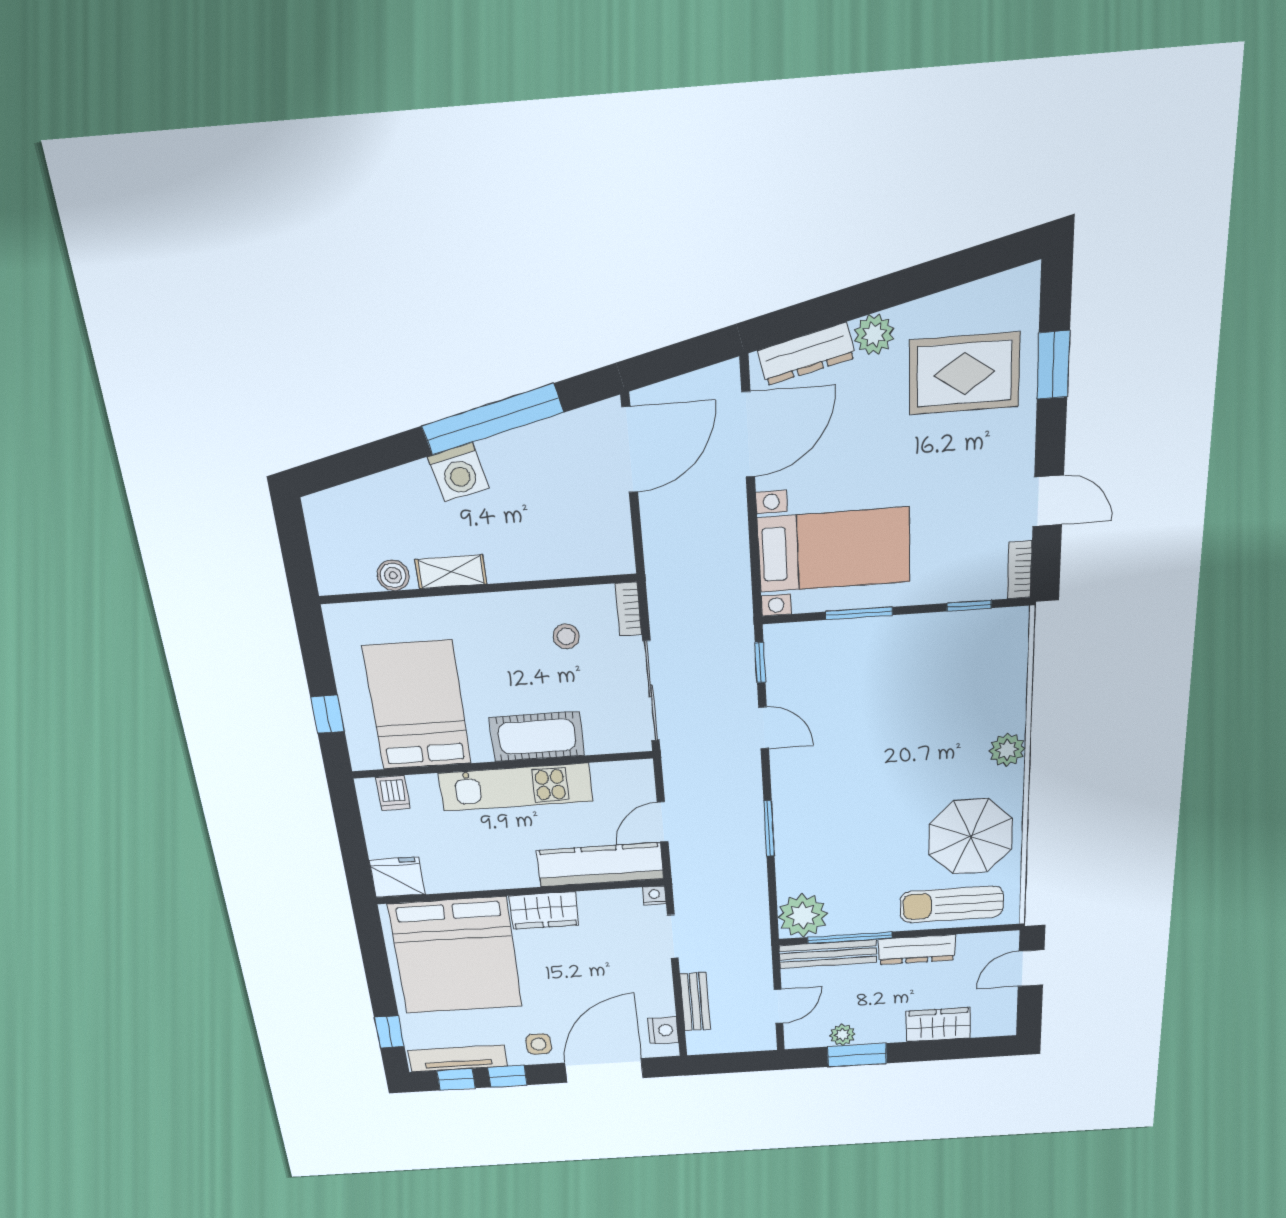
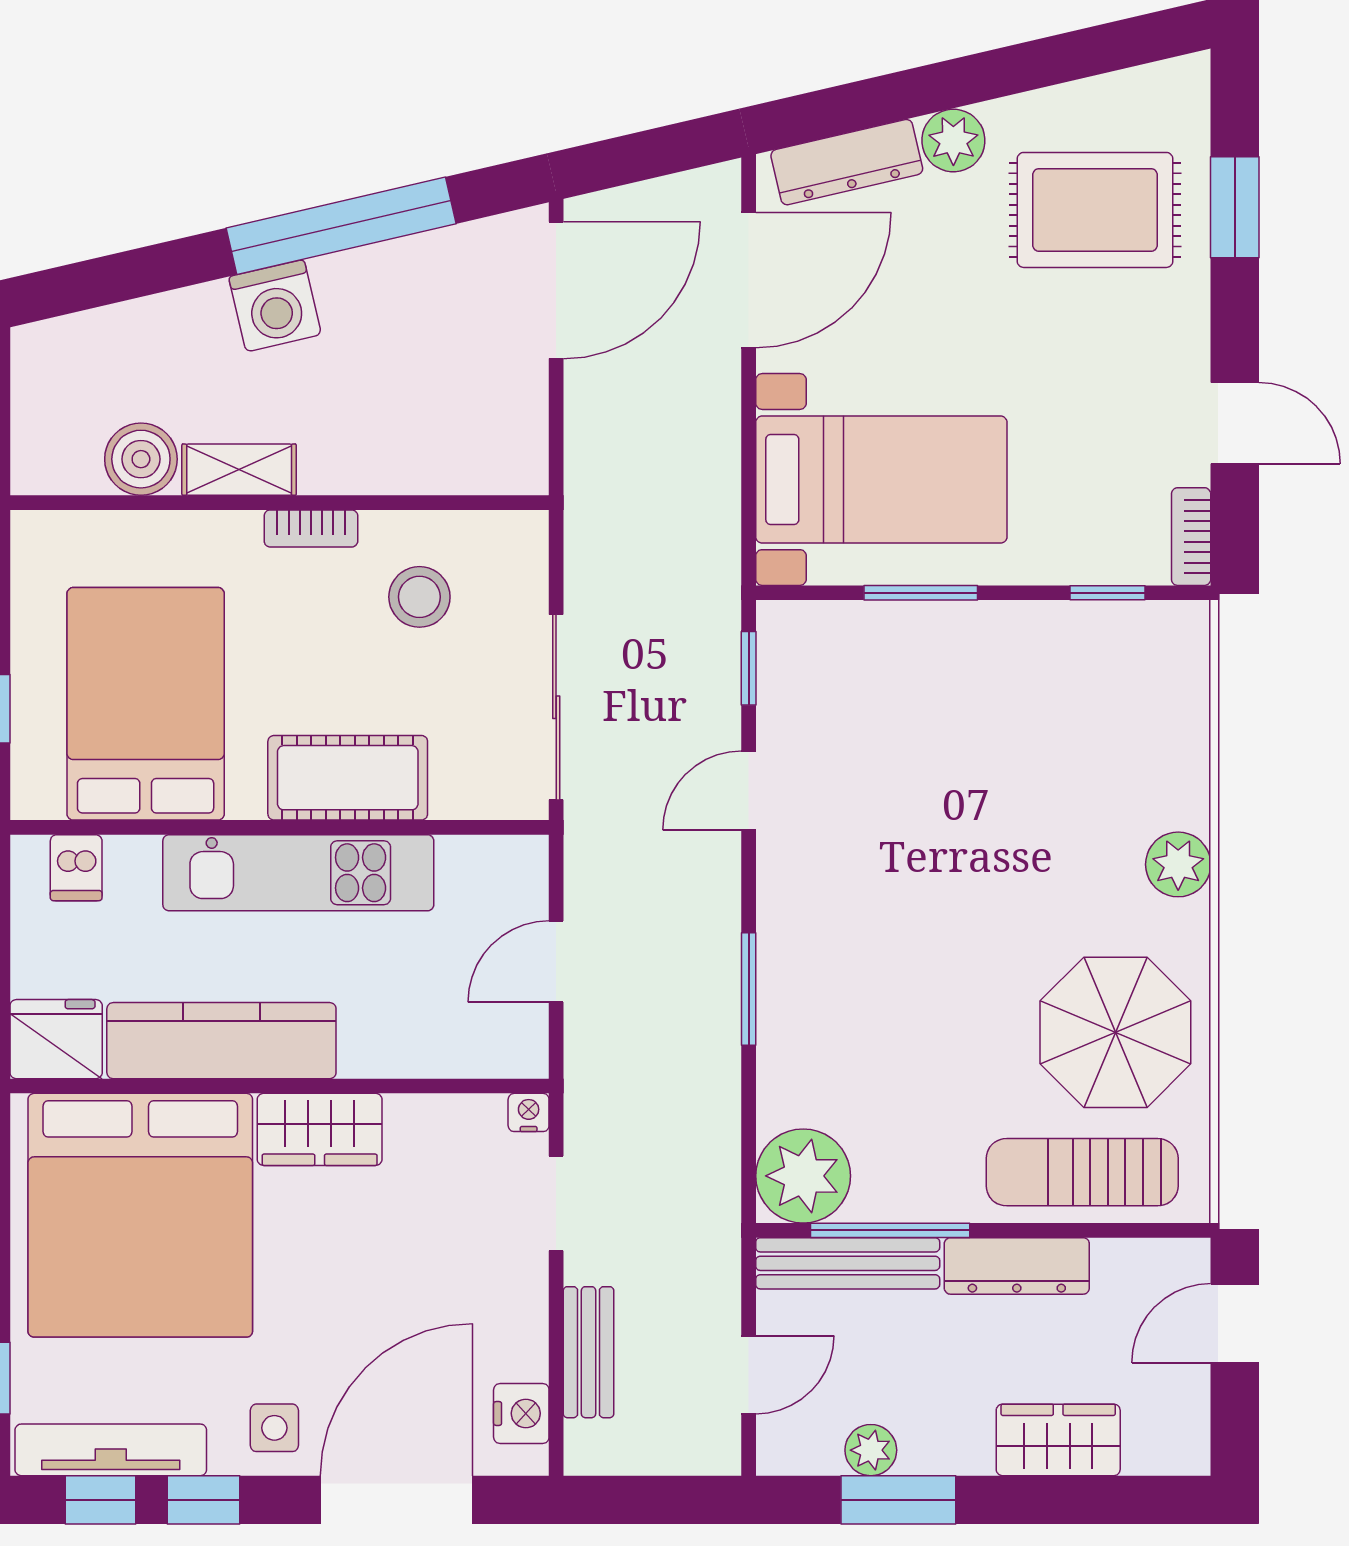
boiler: (393, 575) -> (141, 459), width x1.36, depth x1.36
bookcase: (628, 609) -> (311, 528), moved, turned -90
stool: (566, 636) -> (419, 597), width x1.37, depth x1.37
door: (764, 728) -> (749, 791), swing flipped
kitchen counter: (600, 865) -> (221, 1041), moved

